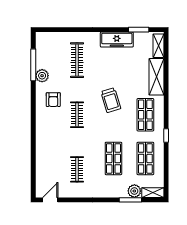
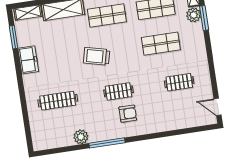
freezer: (117, 40) -> (28, 60), width x0.71
window: (33, 65) -> (107, 143), moved
armchair: (53, 100) -> (128, 114), moved
trolley: (111, 100) -> (97, 56), turned -149

